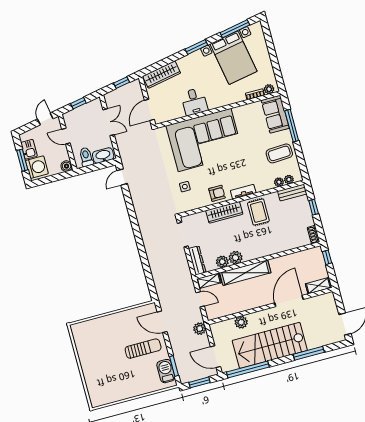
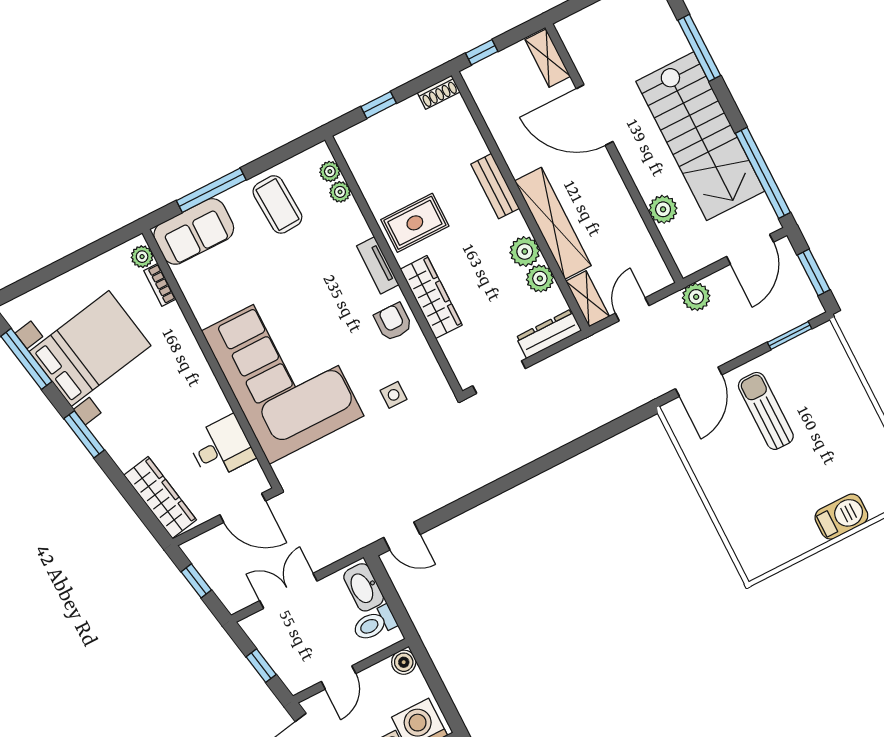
desk: (194, 102) -> (221, 448), moved
bench: (292, 193) -> (495, 186), moved
barbecue: (166, 371) -> (841, 517), moved, turned 180

